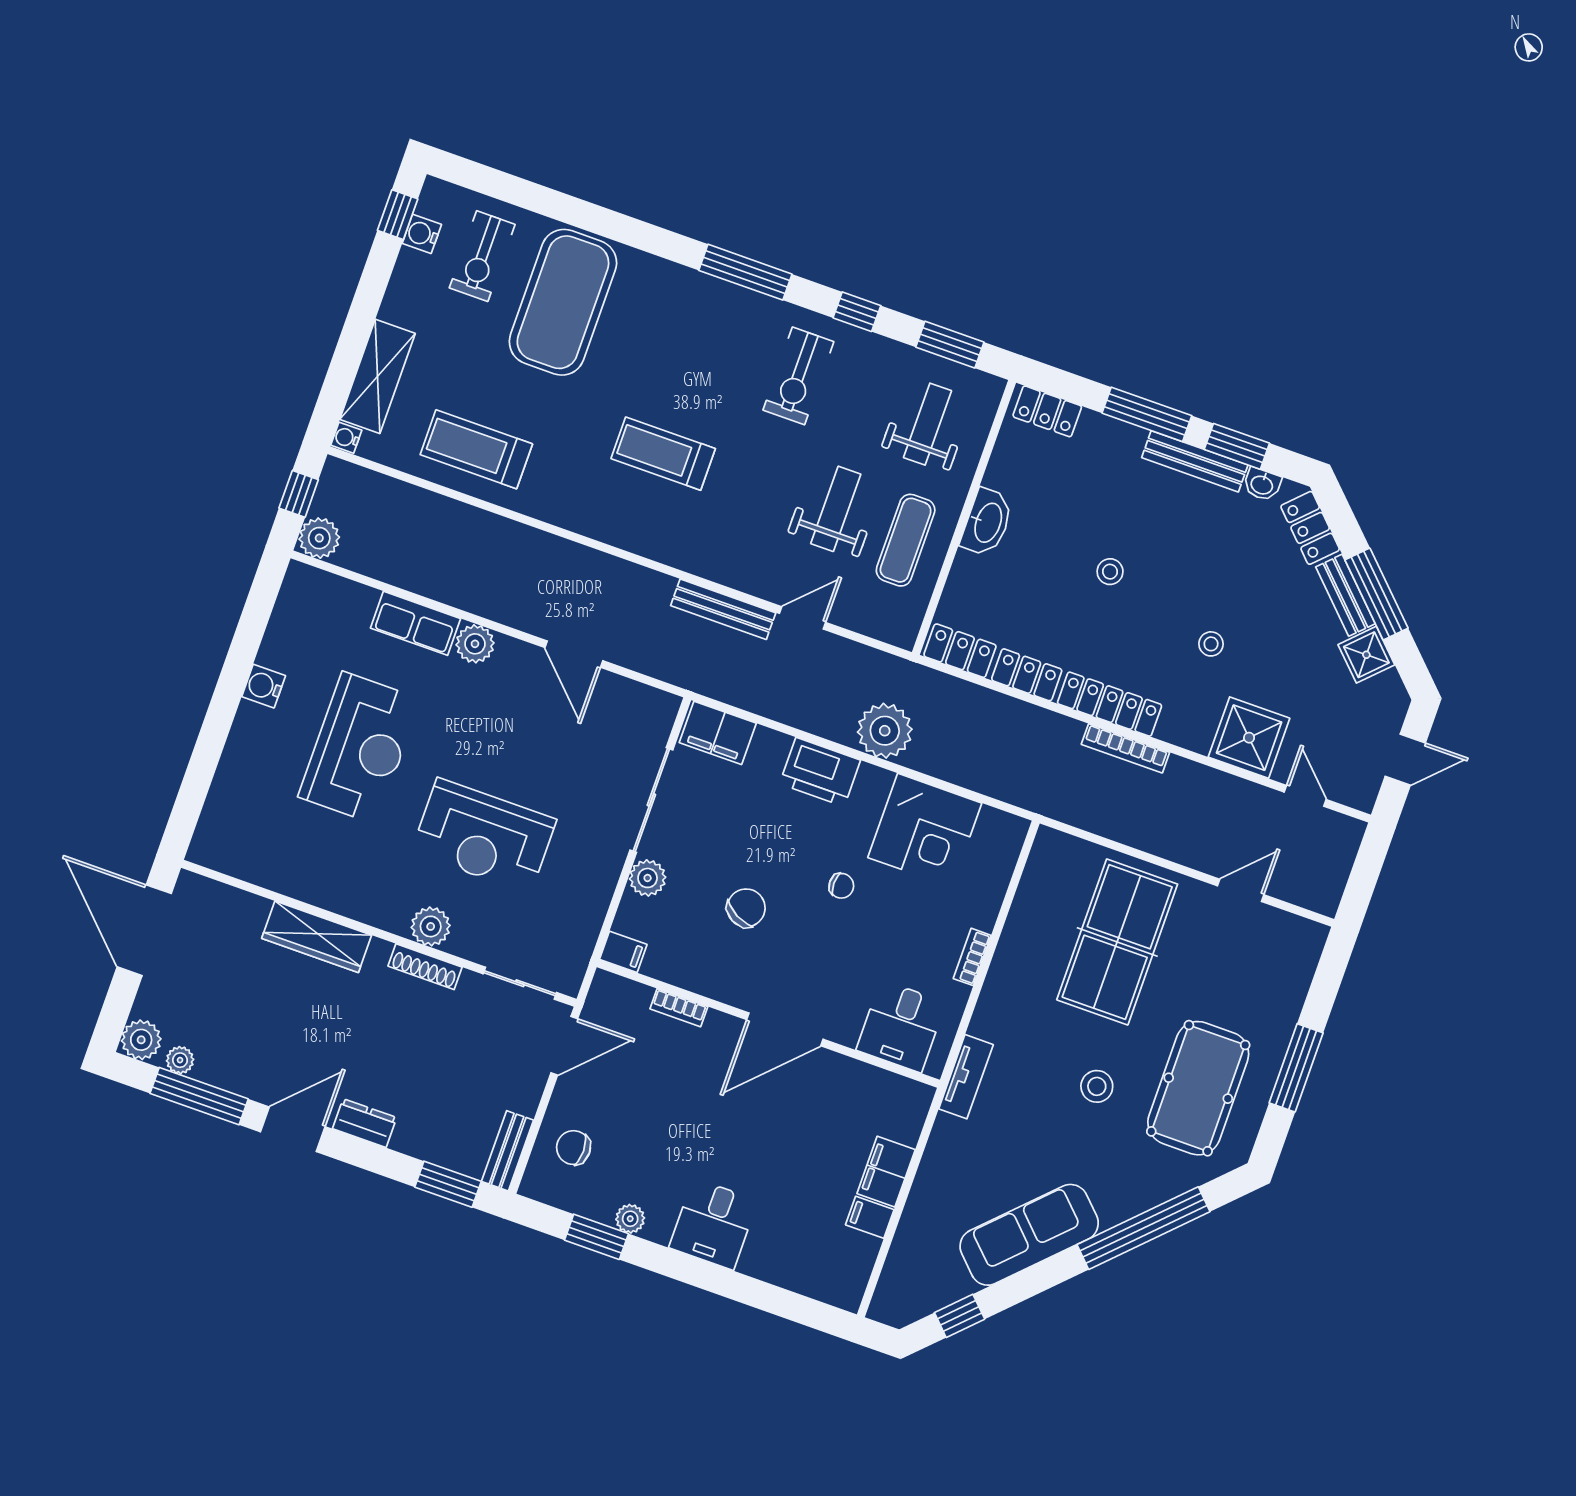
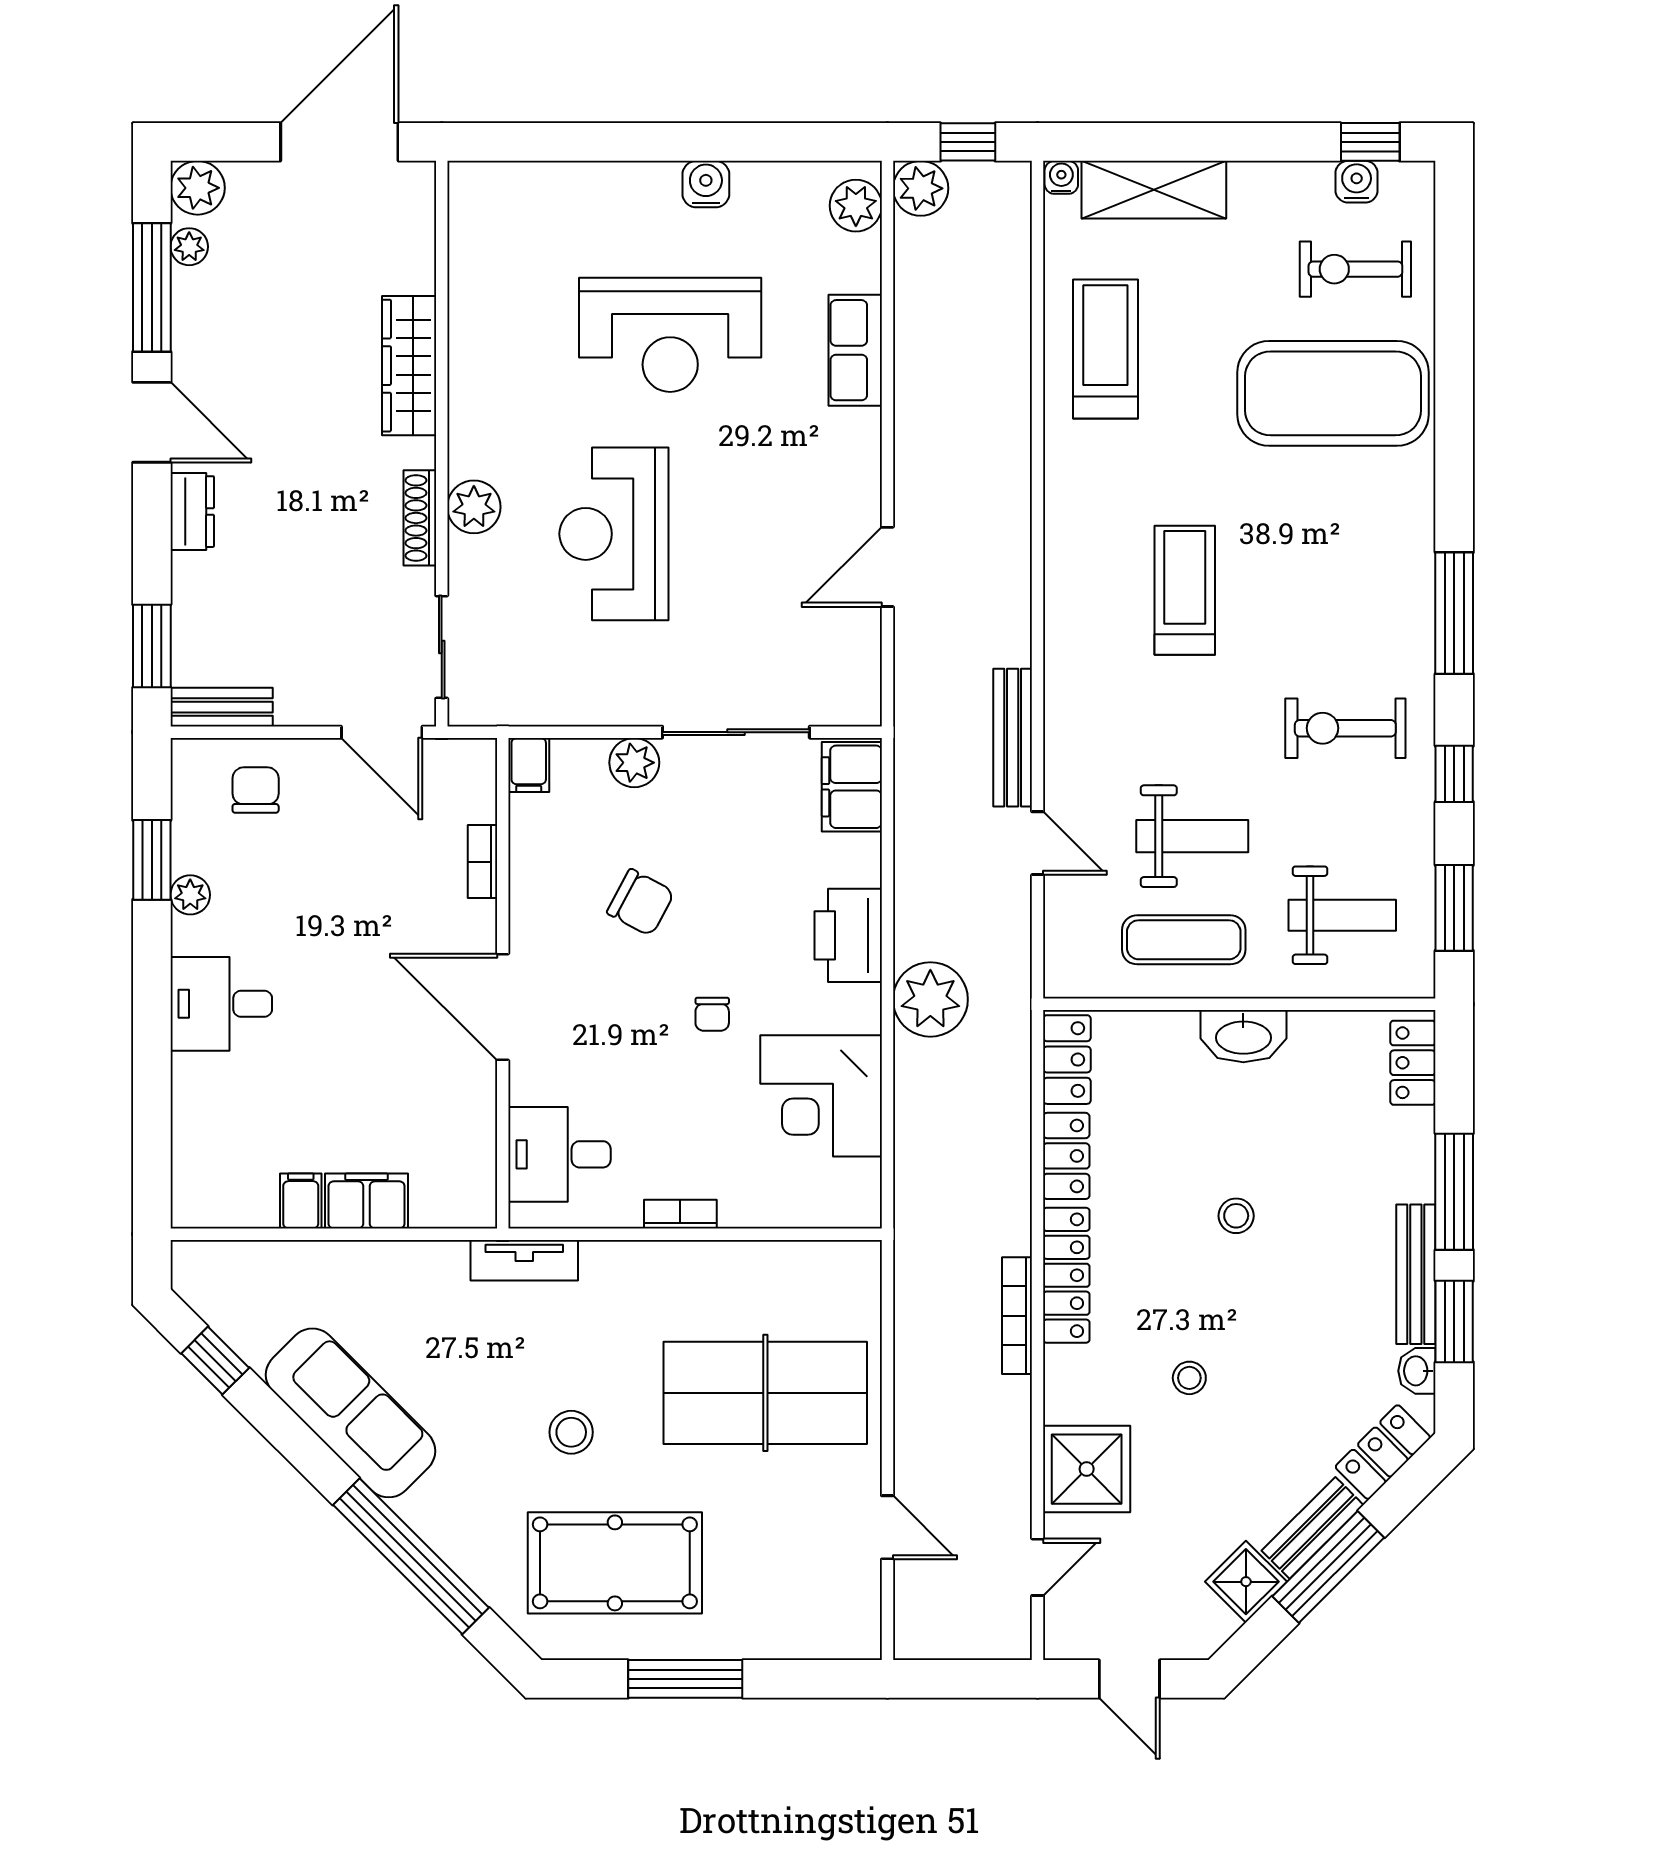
plant: (475, 644) -> (856, 206), moved

